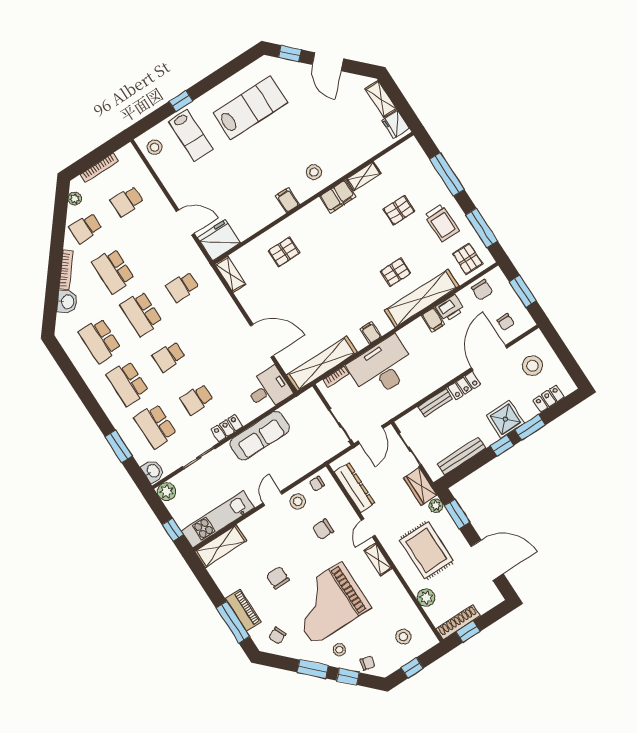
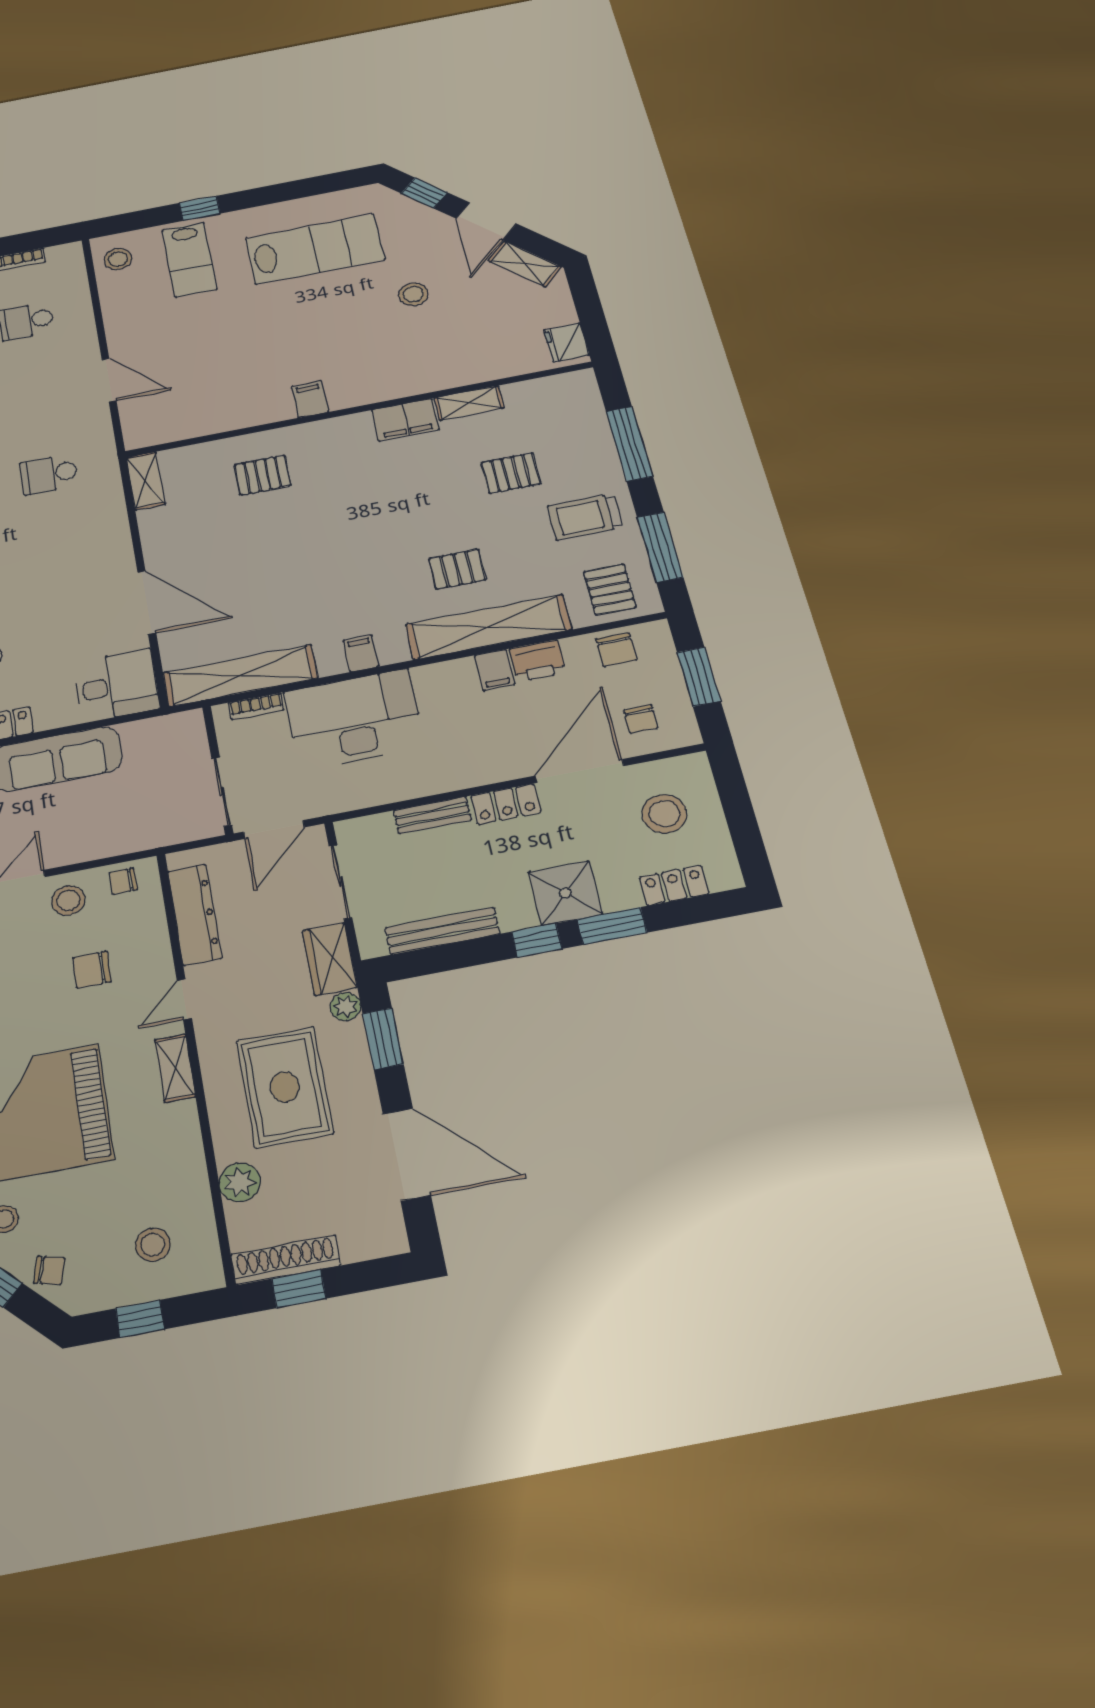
shelving: (381, 99) -> (525, 264), moved, turned -45
stool: (314, 172) -> (413, 294), moved
trolley: (442, 223) -> (585, 517), turned 90
fridge: (219, 240) -> (154, 423), removed

